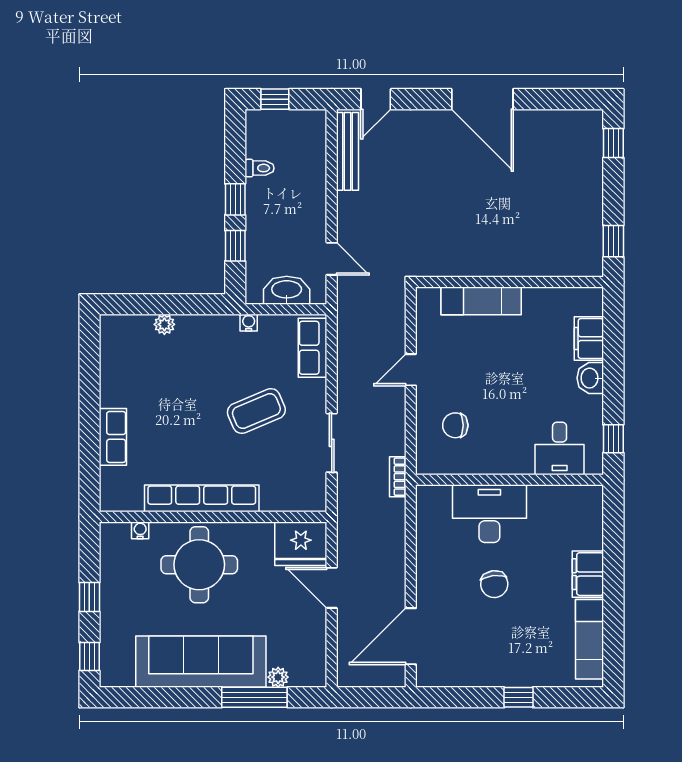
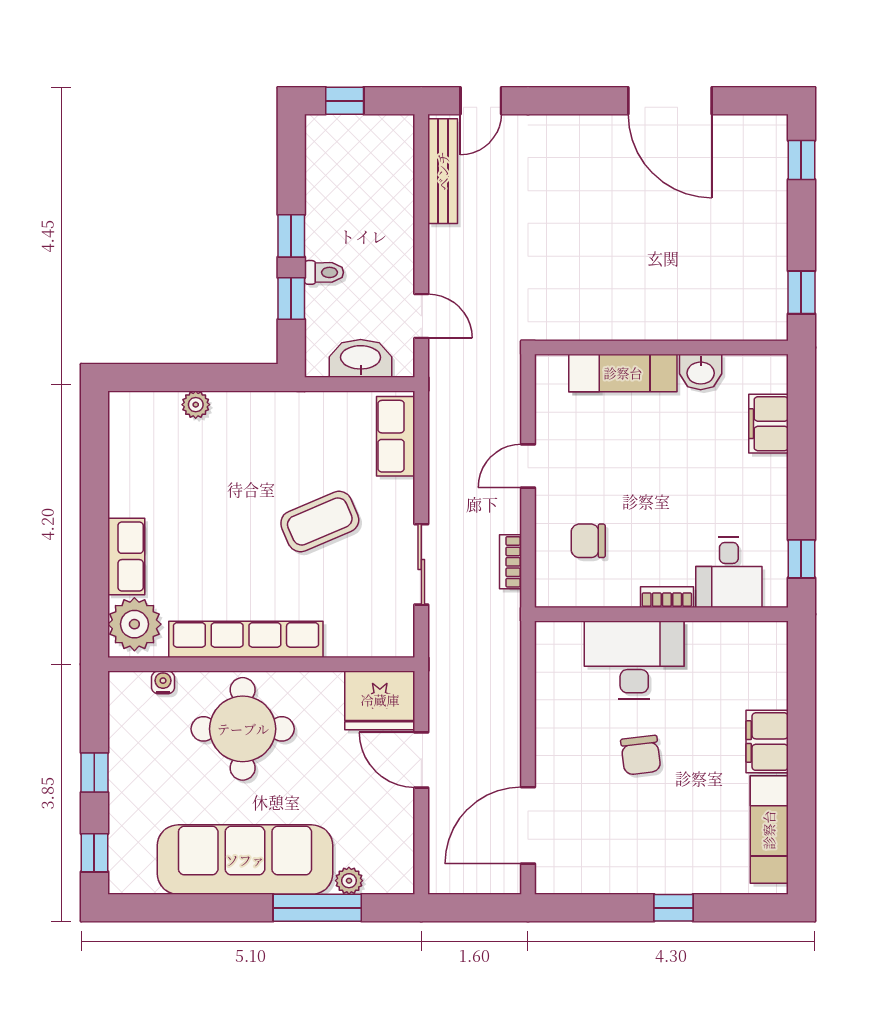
door: (482, 99) -> (670, 101), moved
toilet: (260, 168) -> (324, 272), moved
water cooler: (249, 323) -> (309, 402), removed
washbasin: (590, 378) -> (701, 372), moved, turned -90
bookcase: (514, 467) -> (667, 597), added
bookcase: (398, 477) -> (510, 562), moved
plant: (119, 487) -> (134, 624), added

